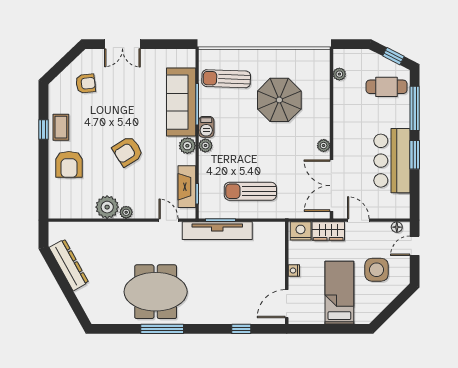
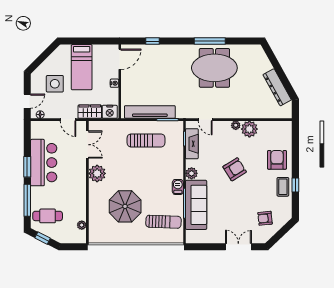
plant: (205, 145) -> (178, 174), removed
plant: (324, 146) -> (97, 173), width x1.88, depth x1.88
double door: (331, 186) -> (87, 145), width x0.73
tv unit: (217, 231) -> (150, 112), moved

